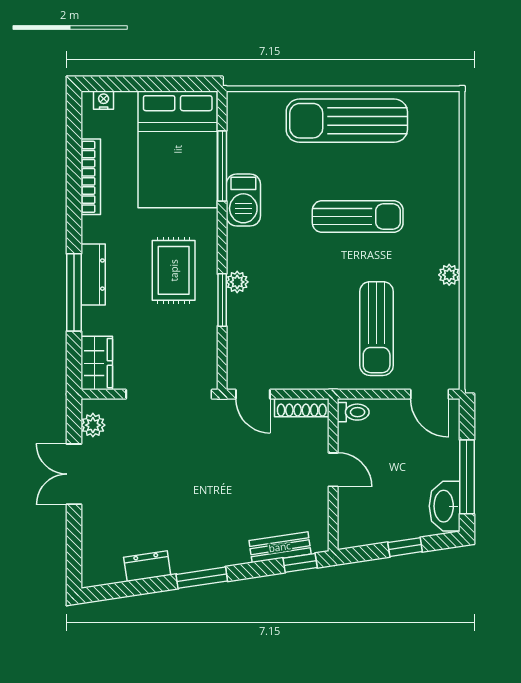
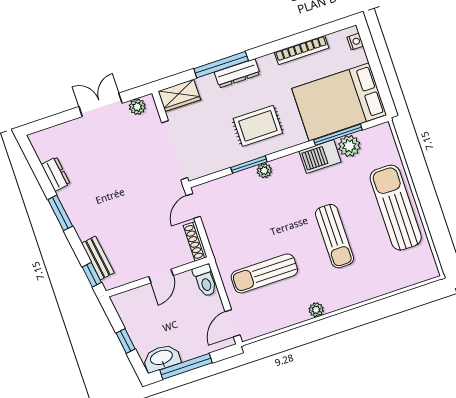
plant: (242, 156) -> (349, 146), added
toilet: (353, 412) -> (205, 281), width x1.37, depth x1.39

